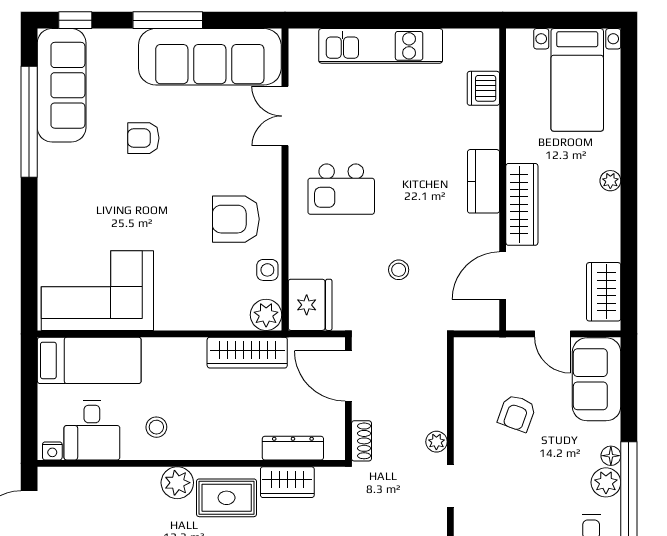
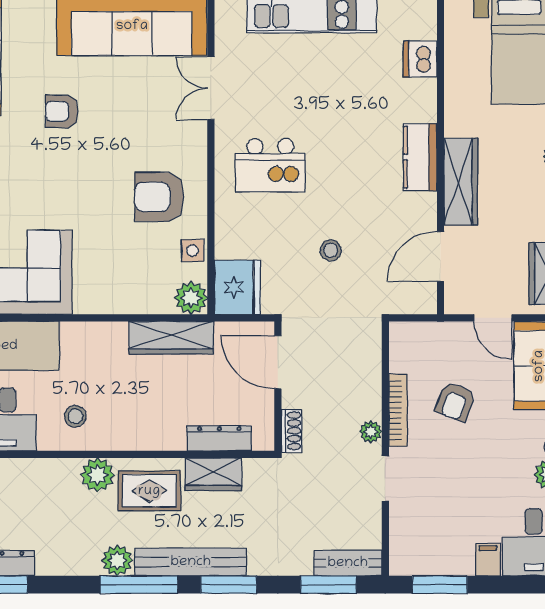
bookcase: (462, 421) -> (398, 410), added

